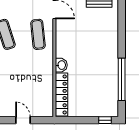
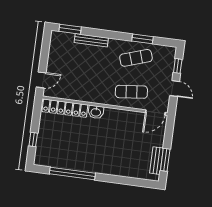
door: (23, 120) -> (41, 80), moved
window: (105, 120) -> (33, 139), moved

